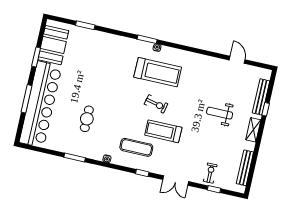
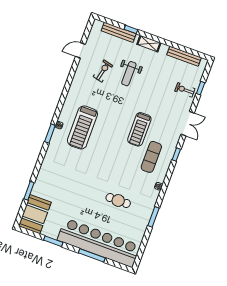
booth: (53, 45) -> (35, 214), moved, turned 90
treadmill: (158, 72) -> (82, 127), turned 180
exercise bike: (156, 104) -> (103, 71), moved

